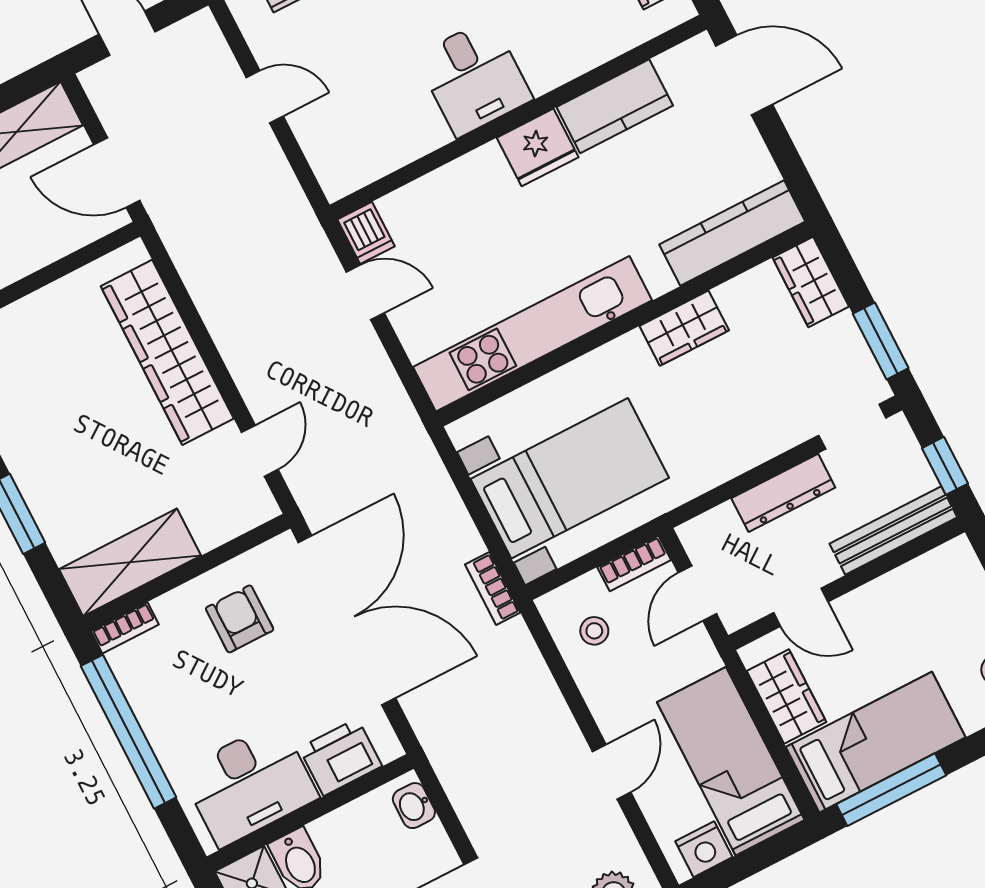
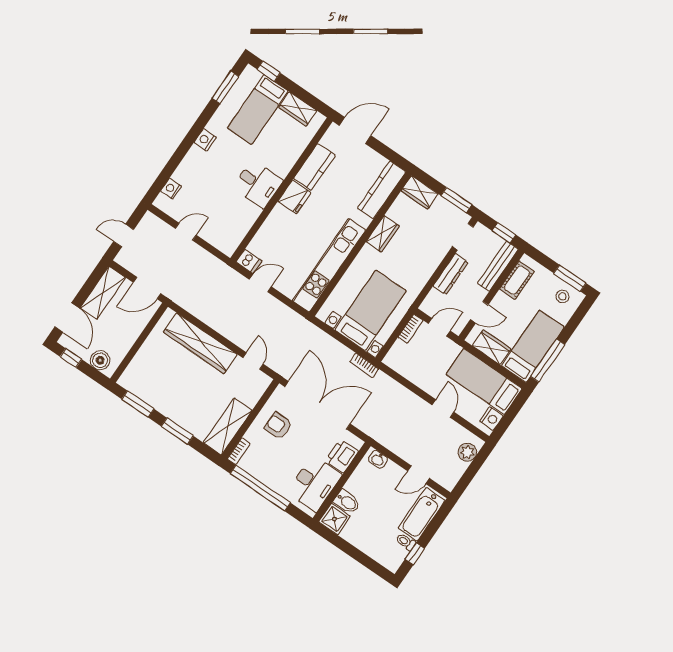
cot: (918, 582) -> (517, 280), added
door: (697, 593) -> (439, 327), swing flipped
stool: (594, 631) -> (409, 361), removed

